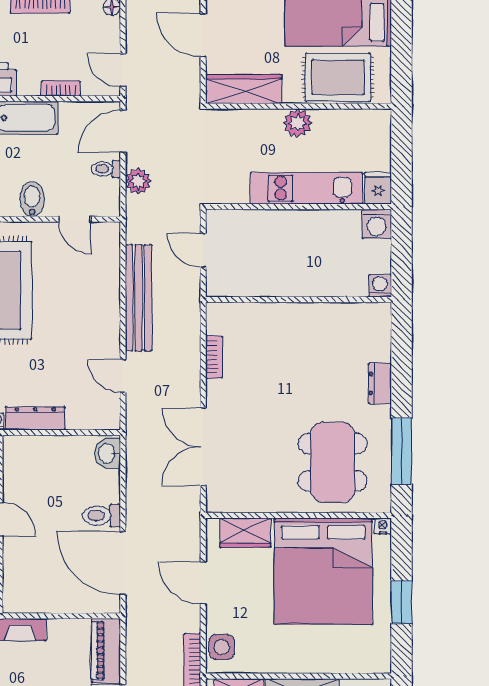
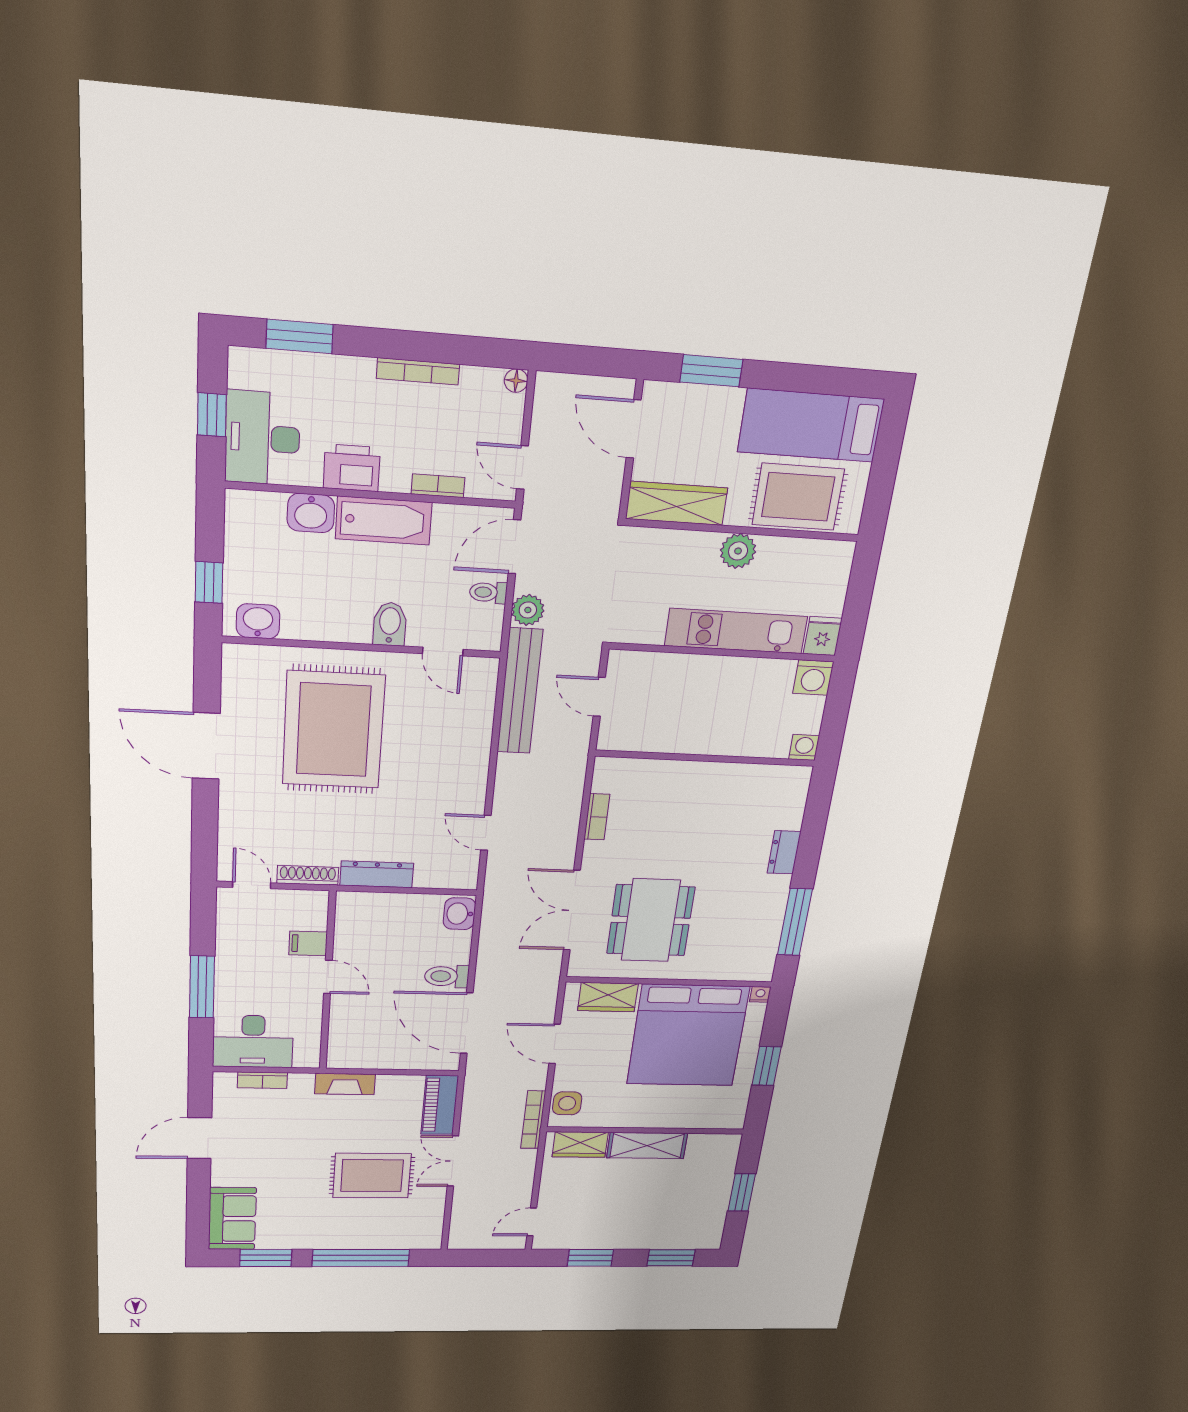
bench: (139, 298) -> (520, 691), moved
dining table: (333, 462) -> (651, 920), moved

